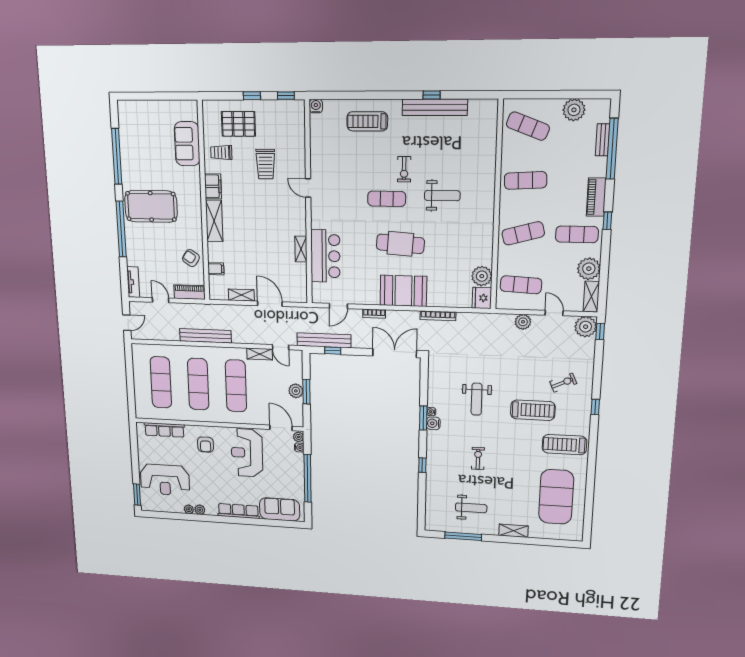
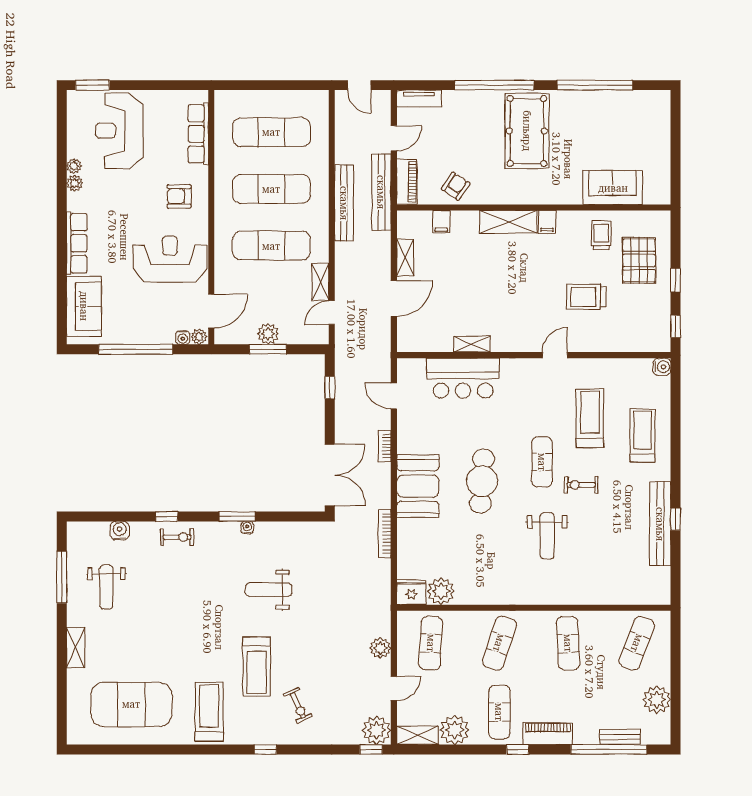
treadmill: (354, 162) -> (590, 418), added
filing cabinet: (213, 186) -> (547, 222), width x0.50
exercise mat: (523, 233) -> (499, 643), turned 33
bench: (324, 340) -> (381, 192), moved
water cooler: (433, 423) -> (120, 531), moved
exercise bike: (478, 458) -> (177, 537), moved

